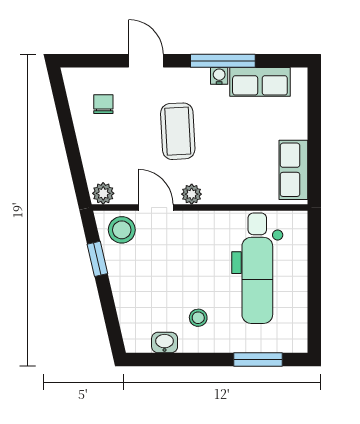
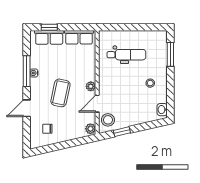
row of seats: (260, 82) -> (49, 37), moved, turned 90
window: (314, 108) -> (49, 27), added
coffee table: (178, 131) -> (60, 93), turned -75
dental chair: (257, 268) -> (126, 55), width x0.73, depth x0.72
washbasin: (165, 342) -> (162, 110), moved

